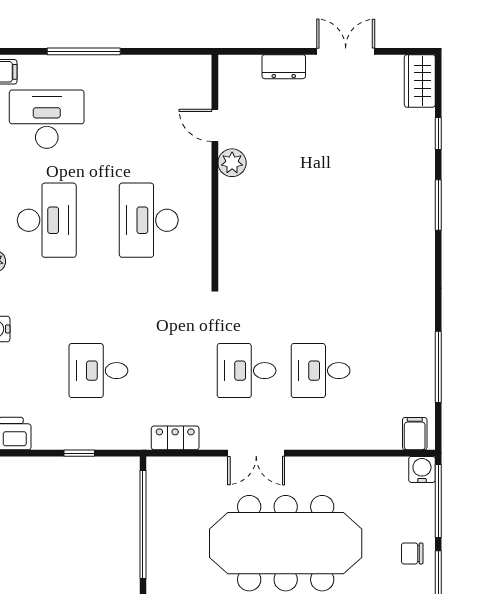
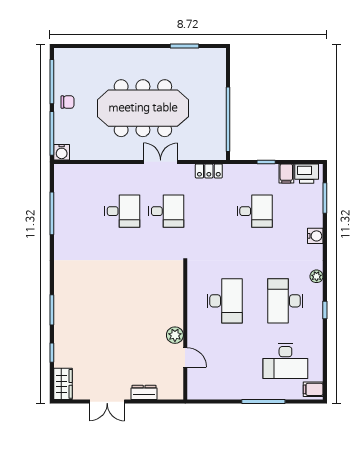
filing cabinet: (415, 434) -> (286, 174), moved

